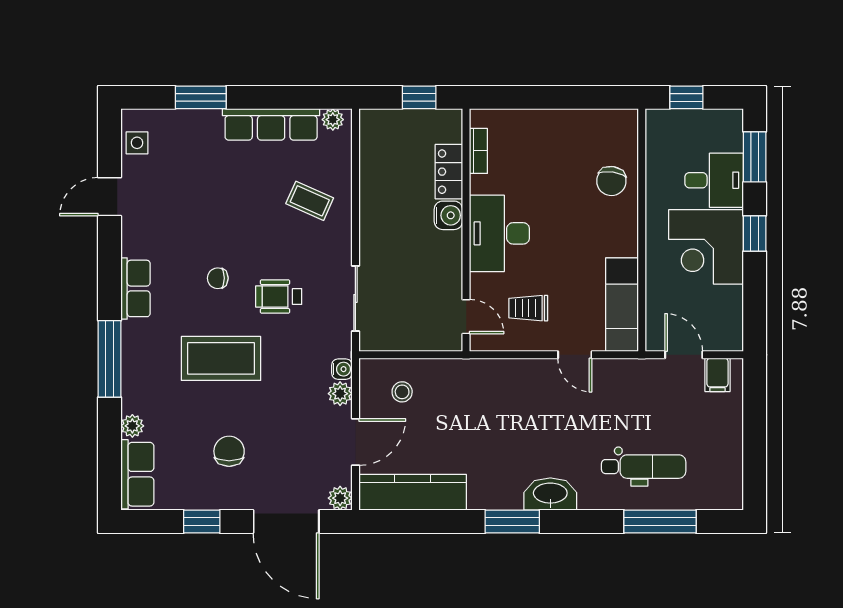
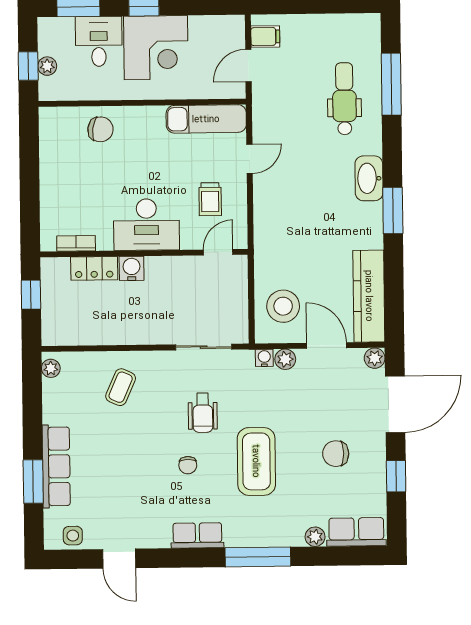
plant: (686, 120) -> (47, 66), added
row of seats: (271, 124) -> (56, 466), moved
stool: (402, 392) -> (283, 306), width x1.89, depth x1.89

